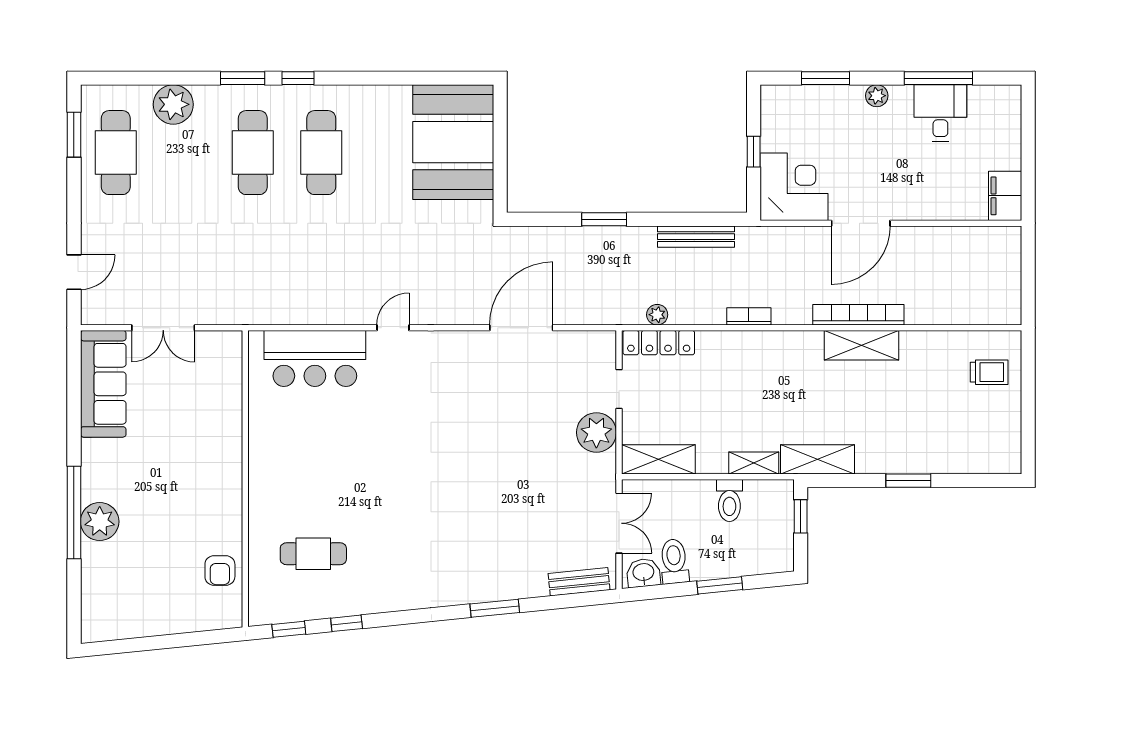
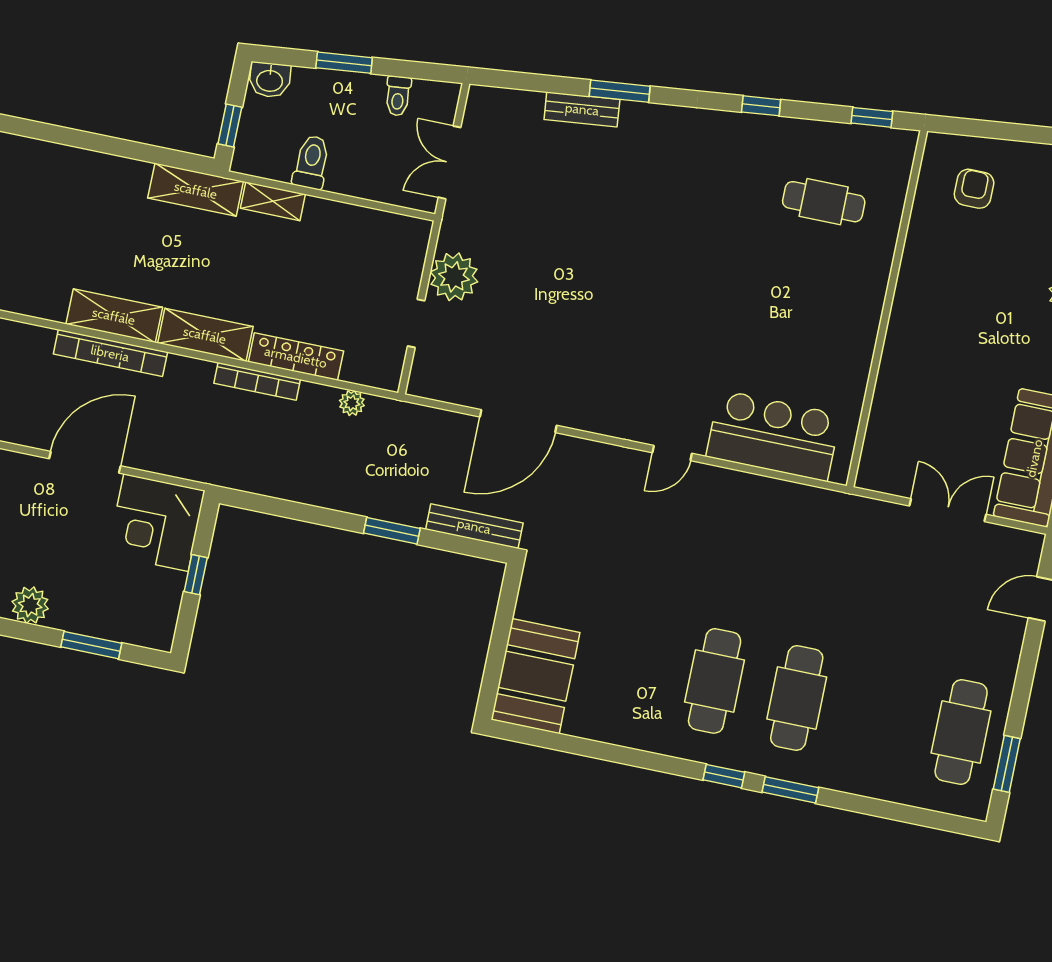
plant: (877, 96) -> (30, 605), width x1.38, depth x1.38
plant: (173, 104) -> (880, 775), removed
booth: (453, 142) -> (536, 676), width x0.73, depth x0.70
bench: (696, 237) -> (474, 526), moved
bookcase: (749, 316) -> (257, 381), width x1.56
locker: (659, 343) -> (296, 357), moved
shelving: (658, 459) -> (205, 335), moved
window: (908, 481) -> (92, 142), removed
toilet: (674, 561) -> (398, 96), width x0.73, depth x0.72
armchair: (220, 570) -> (974, 189), moved
washbasin: (643, 573) -> (270, 80), moved
bench: (579, 582) -> (582, 109), moved
window: (347, 623) -> (761, 106), moved

